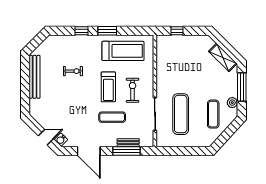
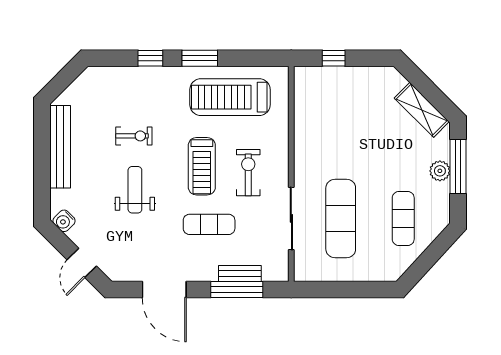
treadmill: (123, 51) -> (230, 97), turned 180
weight bench: (73, 99) -> (135, 190), added
plant: (232, 103) -> (440, 171), moved
door: (46, 137) -> (82, 263), swing flipped
water cooler: (61, 140) -> (64, 221), moved

